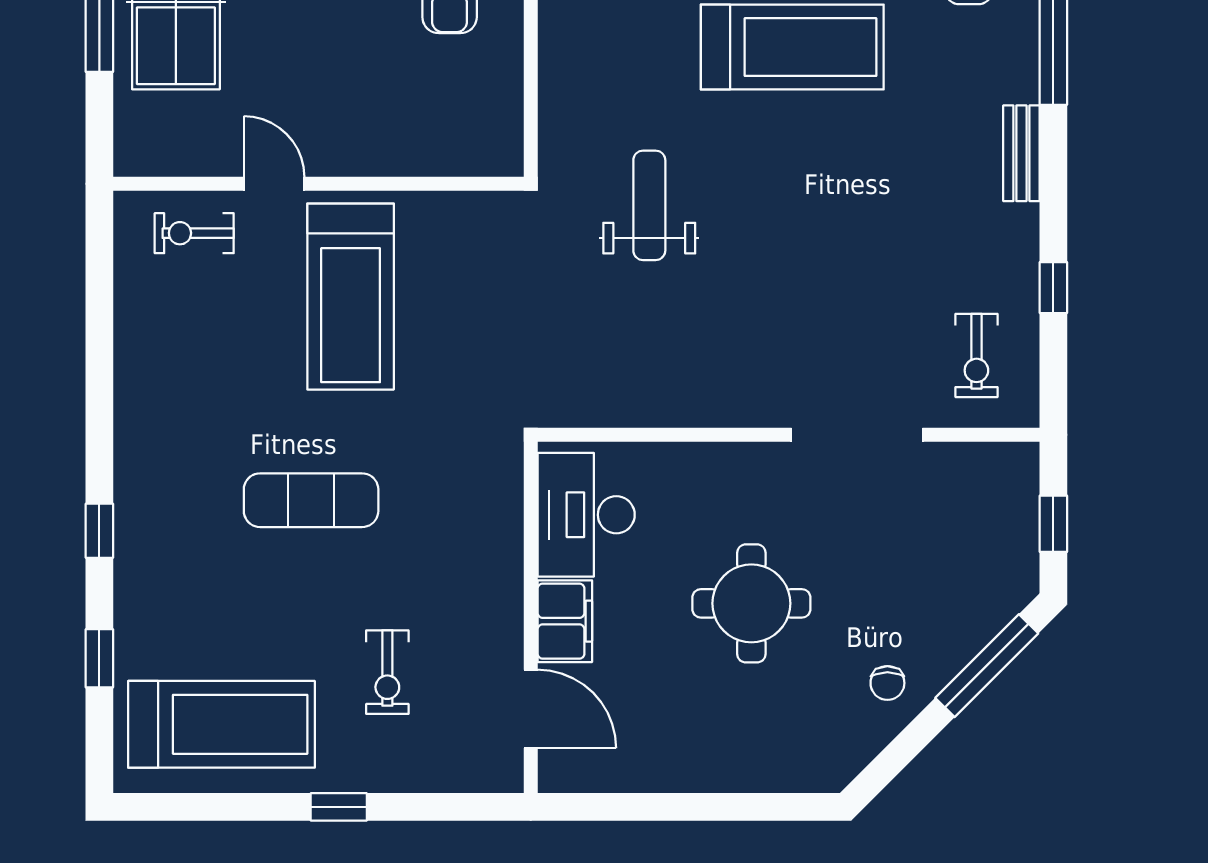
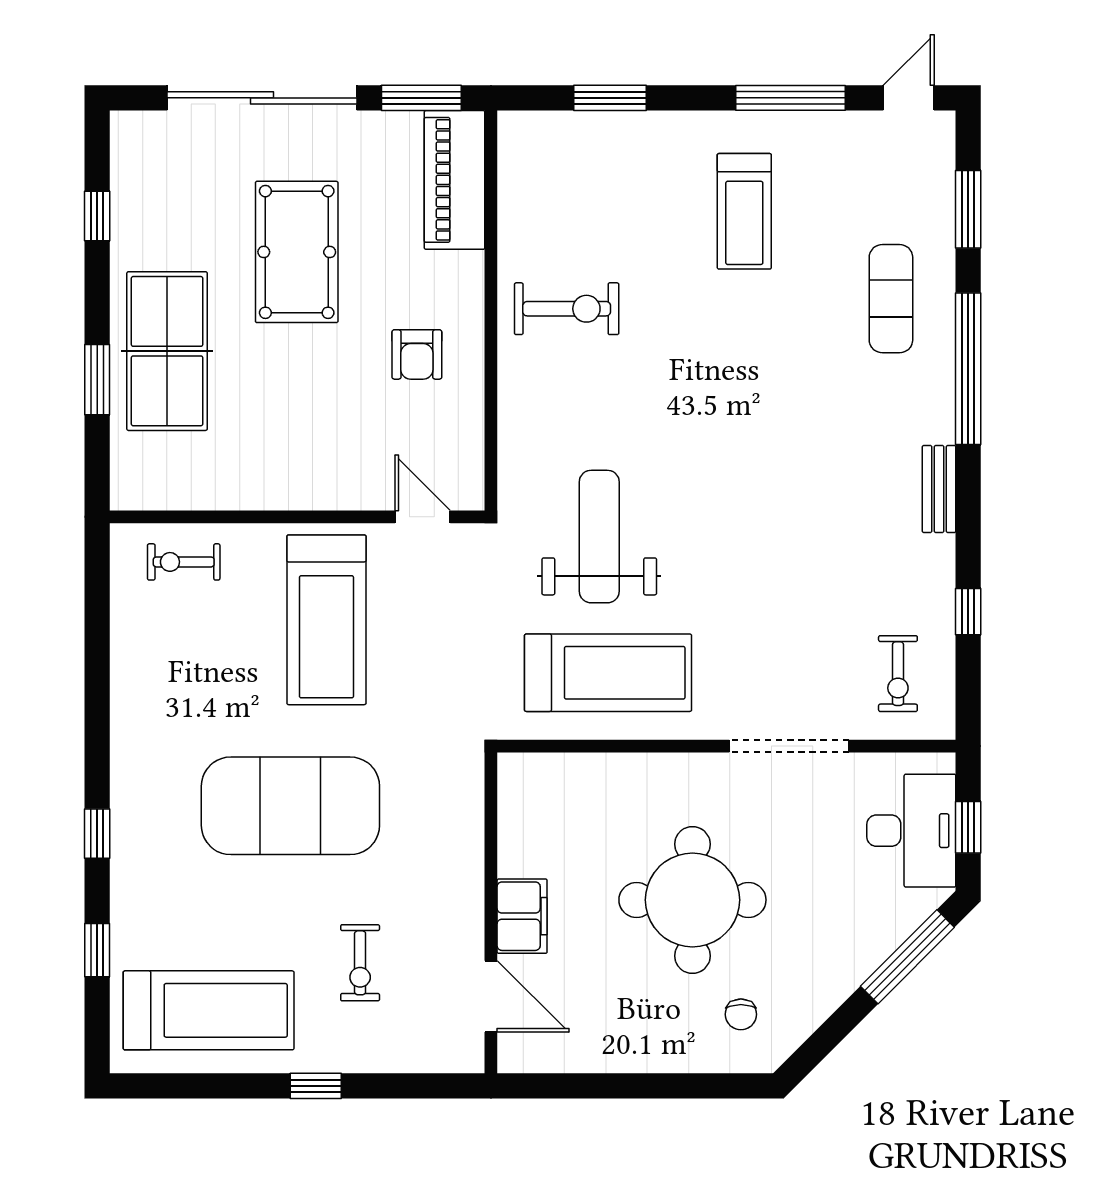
treadmill: (792, 47) -> (608, 673), moved
door: (274, 184) -> (423, 517), moved
weight bench: (649, 205) -> (599, 537), width x1.36, depth x1.33
exercise mat: (311, 500) -> (290, 806), width x2.00, depth x1.45
desk: (586, 515) -> (911, 831), moved, turned 180
round table: (751, 603) -> (692, 900), width x1.36, depth x1.36
chair: (887, 683) -> (741, 1014), moved

